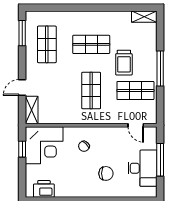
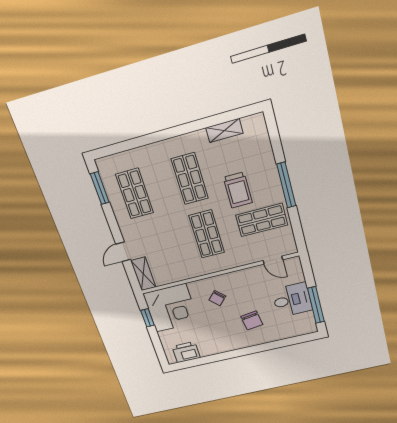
shelving: (144, 17) -> (224, 130), moved
shop shelf: (91, 44) -> (190, 179), turned 90
window: (160, 160) -> (316, 305), moved
desk: (142, 168) -> (292, 300), width x0.73
chair: (106, 173) -> (252, 321), turned 82

